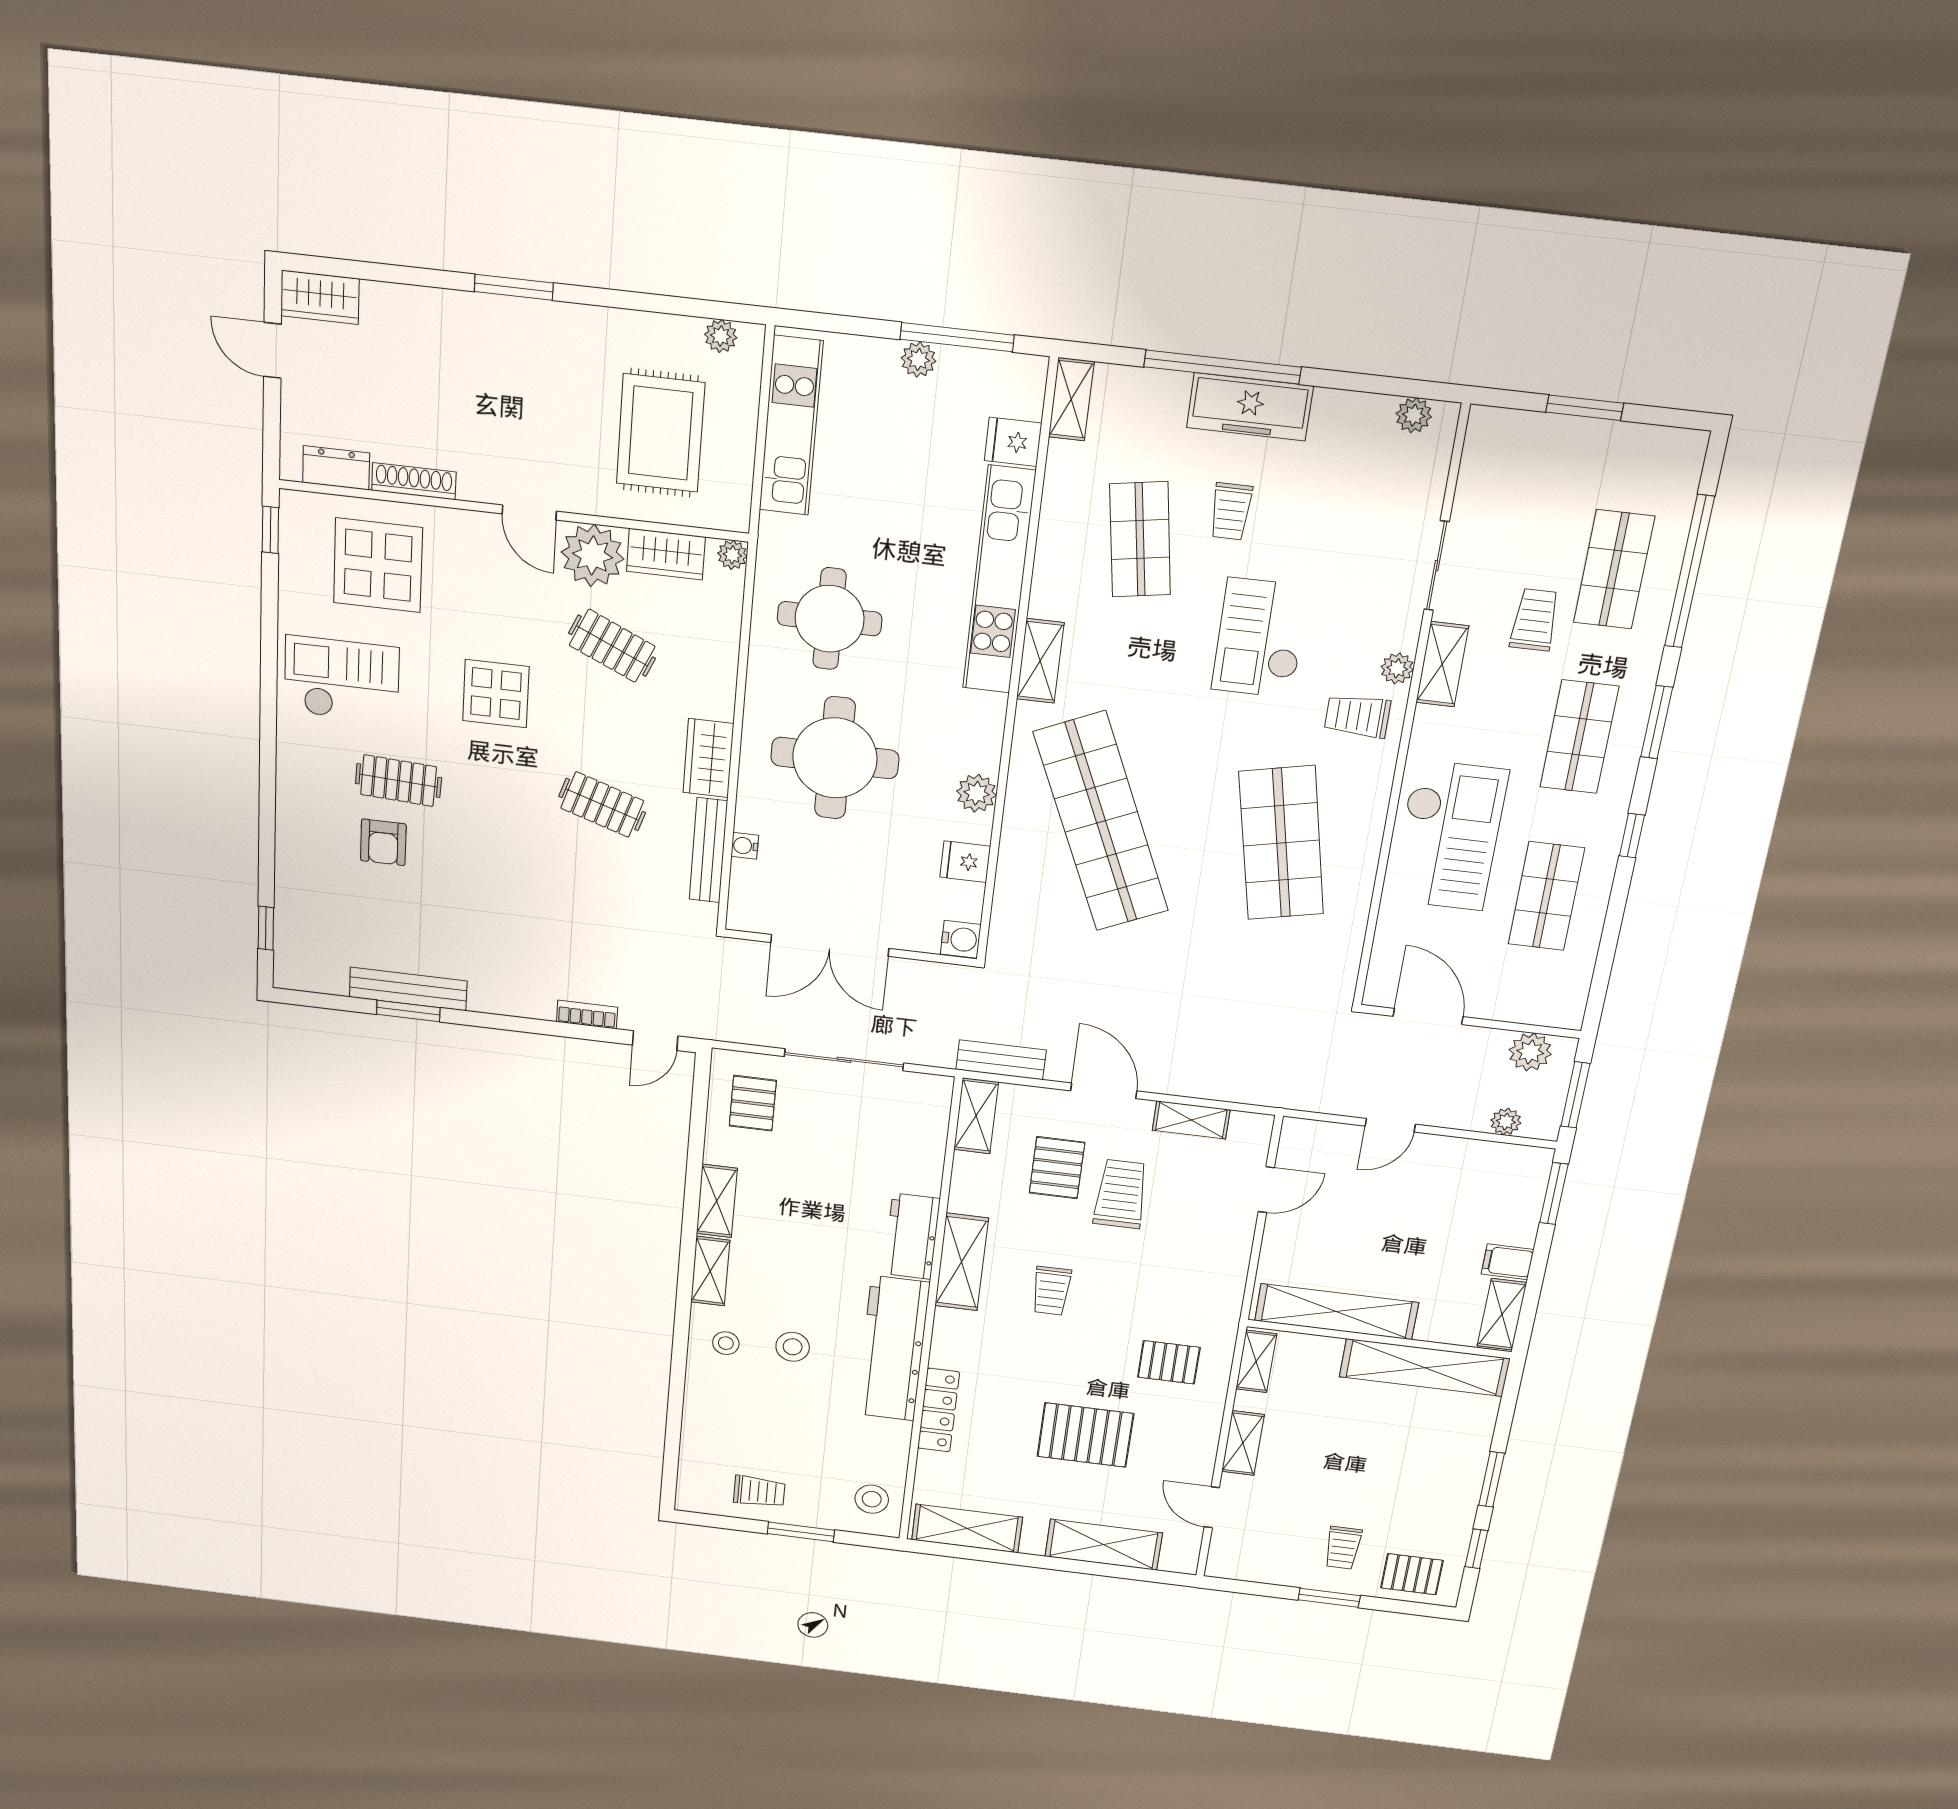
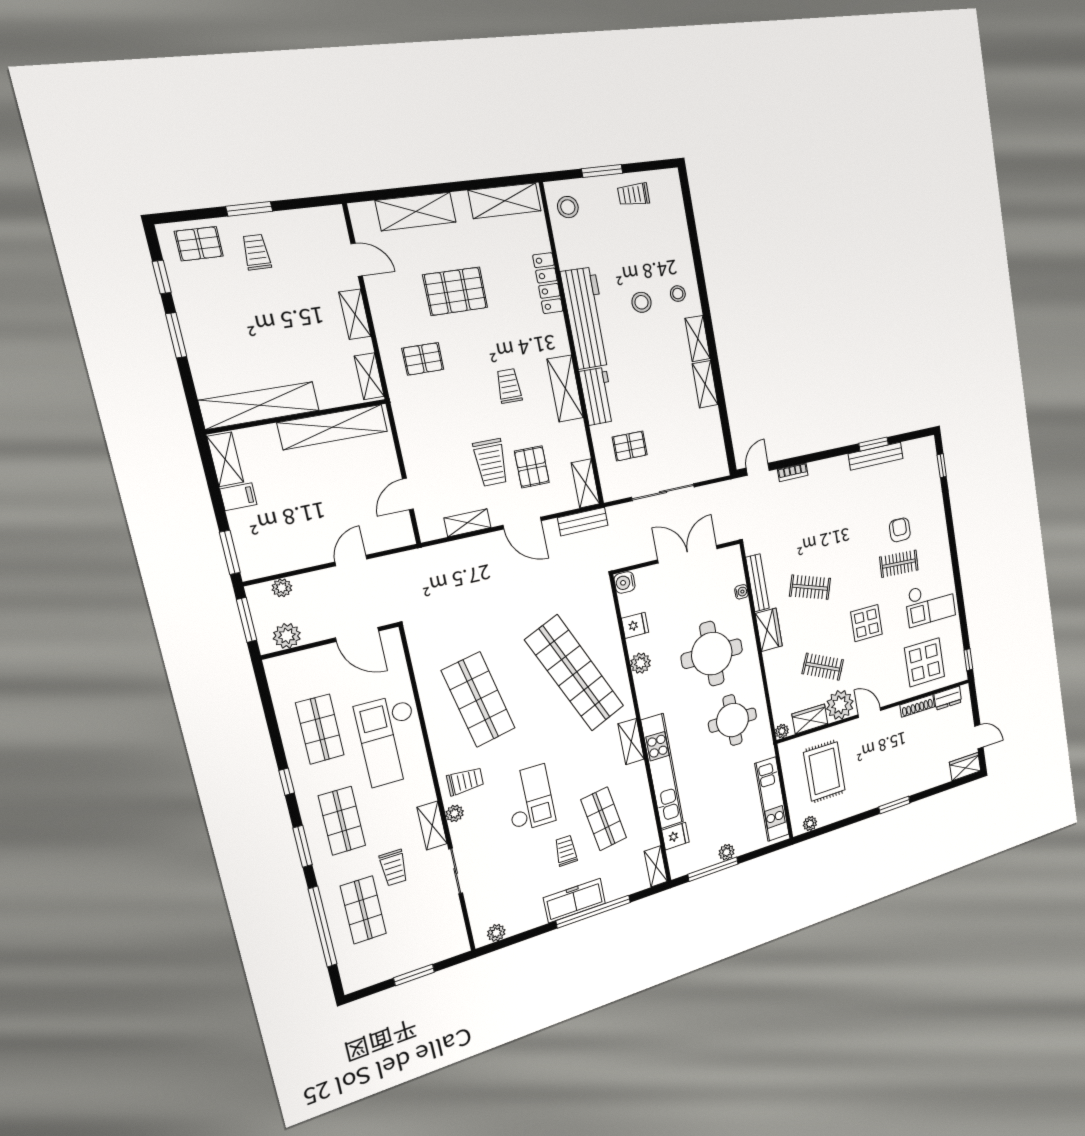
pallet: (753, 1103) -> (630, 446), moved, turned 90

